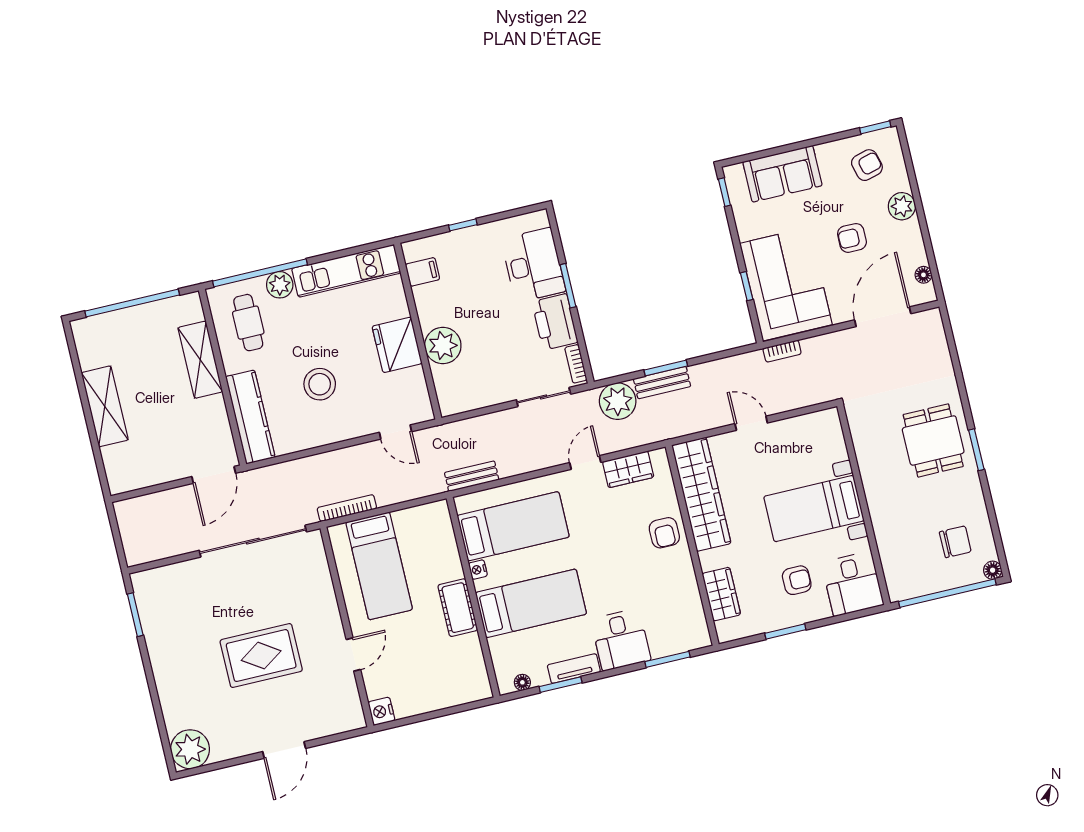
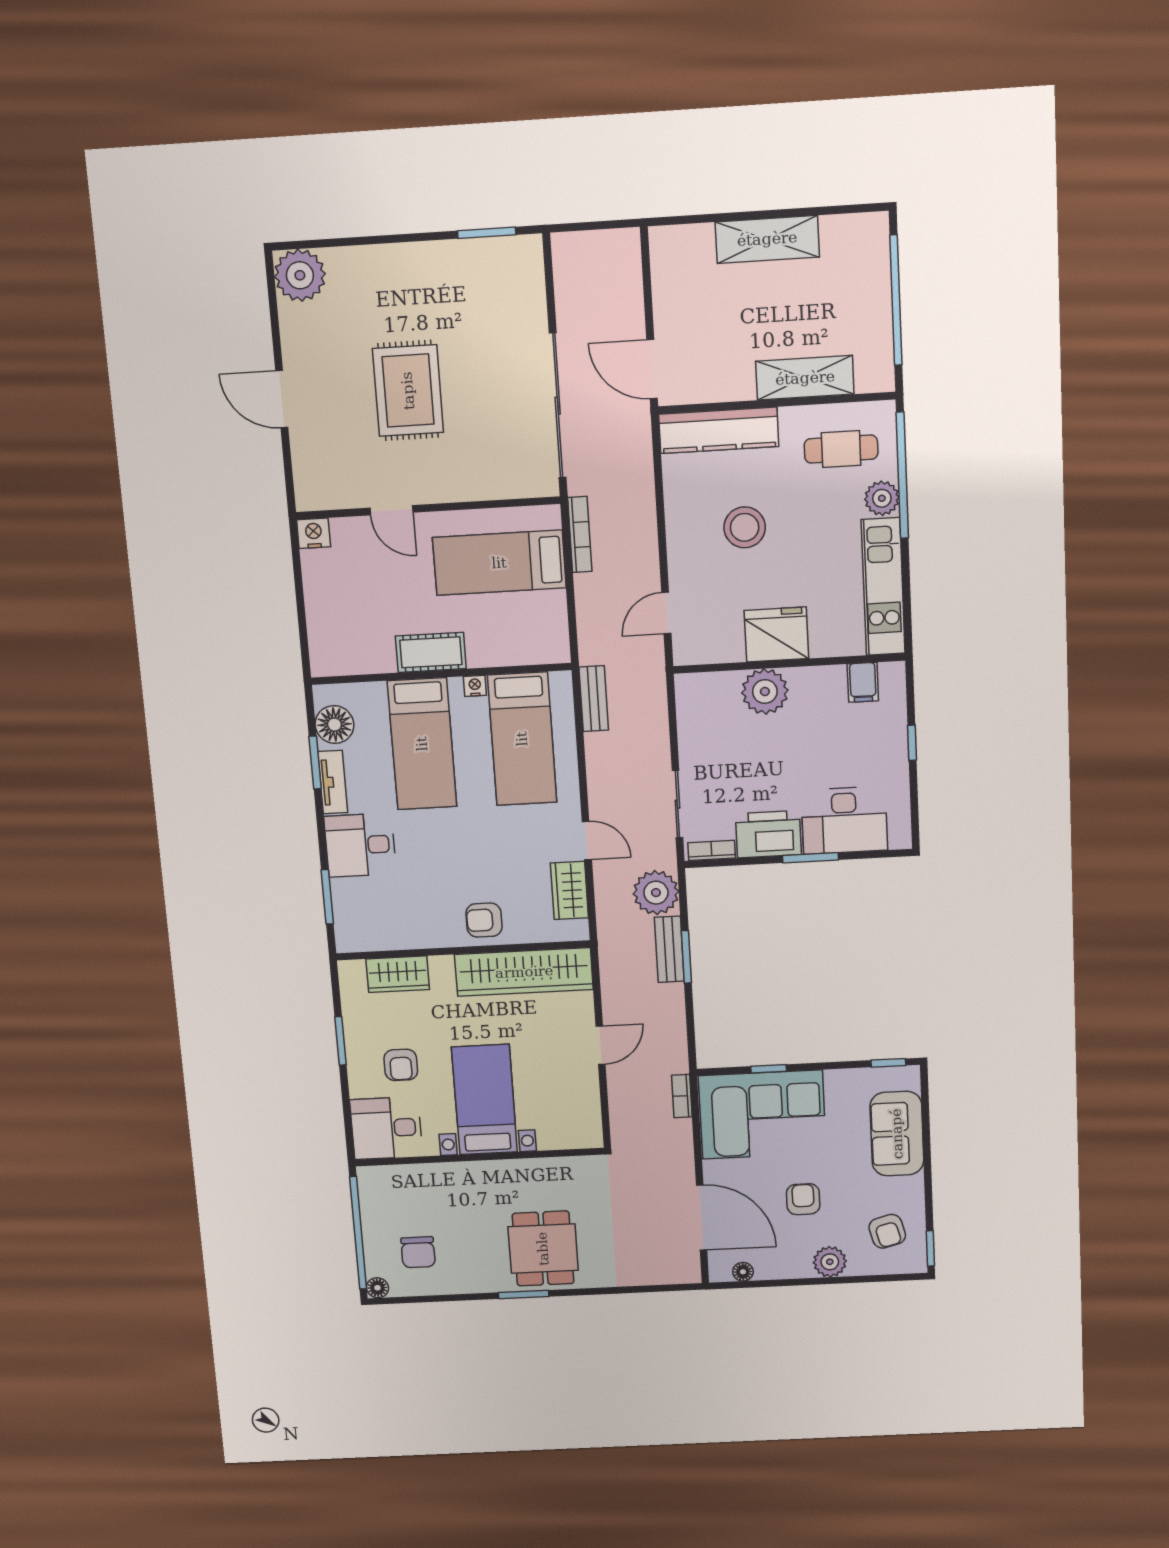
dining table: (933, 440) -> (543, 1249), turned 90
floor lamp: (522, 682) -> (334, 725), width x1.89, depth x1.89

